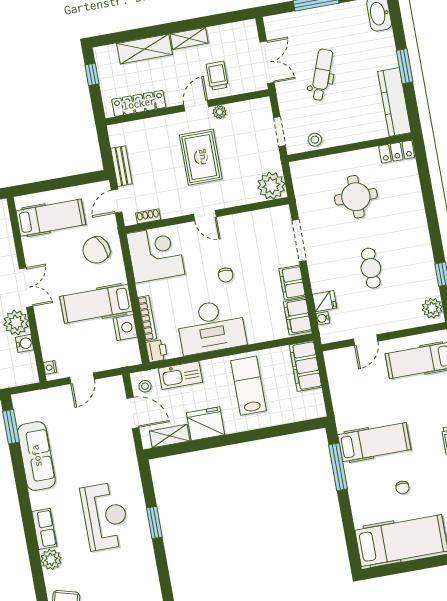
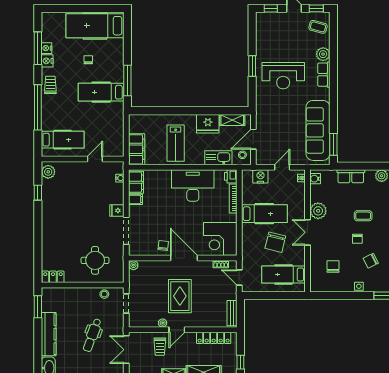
window: (405, 66) -> (38, 307), moved
kitchen counter: (394, 102) -> (49, 334), moved
bench: (121, 166) -> (232, 313), moved
plant: (271, 186) -> (133, 265), width x0.53, depth x0.53
round table: (356, 197) -> (95, 260), moved
door: (117, 201) -> (239, 277), swing flipped
door: (205, 216) -> (184, 258), width x1.87
chair: (96, 250) -> (275, 242), moved, turned 127
cafe table: (371, 268) -> (83, 205), removed
chair: (226, 275) -> (163, 245), moved
filing cabinet: (292, 282) -> (136, 199), width x0.50
fridge: (325, 301) -> (117, 210), moved
nightstand: (125, 328) -> (260, 176), moved, turned 90
water cooler: (25, 343) -> (315, 179), moved
door: (133, 413) -> (253, 139), hinge flipped
sofa: (36, 456) -> (318, 130), width x1.36, depth x1.27
reception desk: (105, 516) -> (283, 76), turned -90

